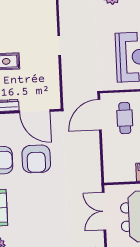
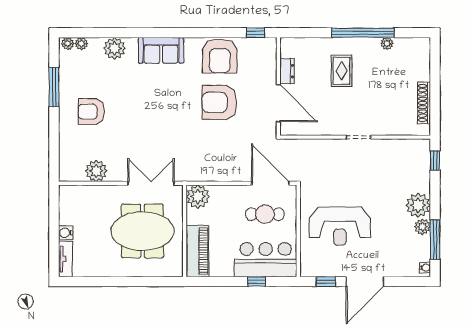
door: (35, 111) -> (278, 103), swing flipped
plant: (113, 173) -> (198, 197), added

